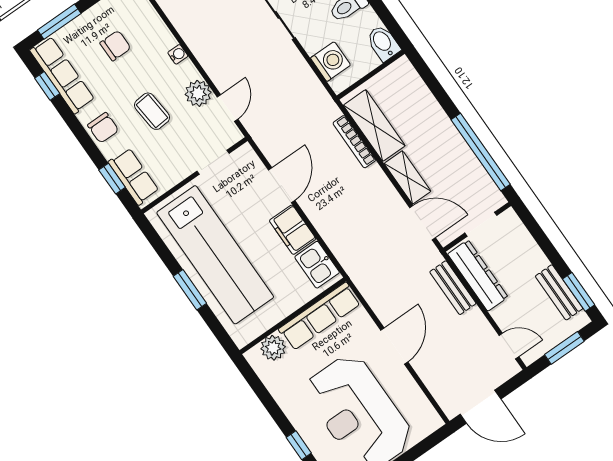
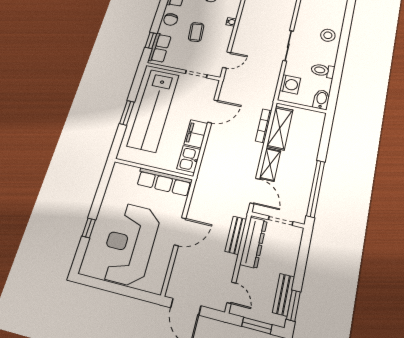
plant: (198, 93) -> (222, 43), removed
plant: (273, 348) -> (130, 173), removed

